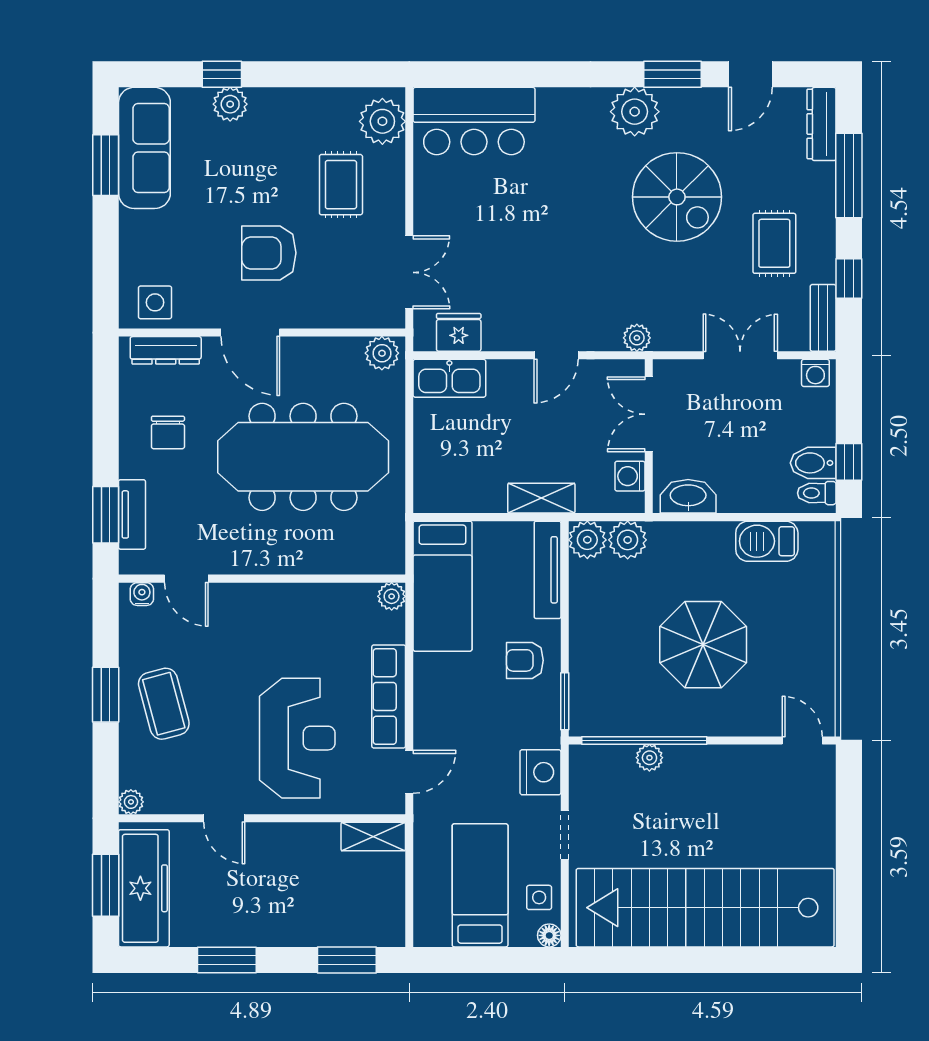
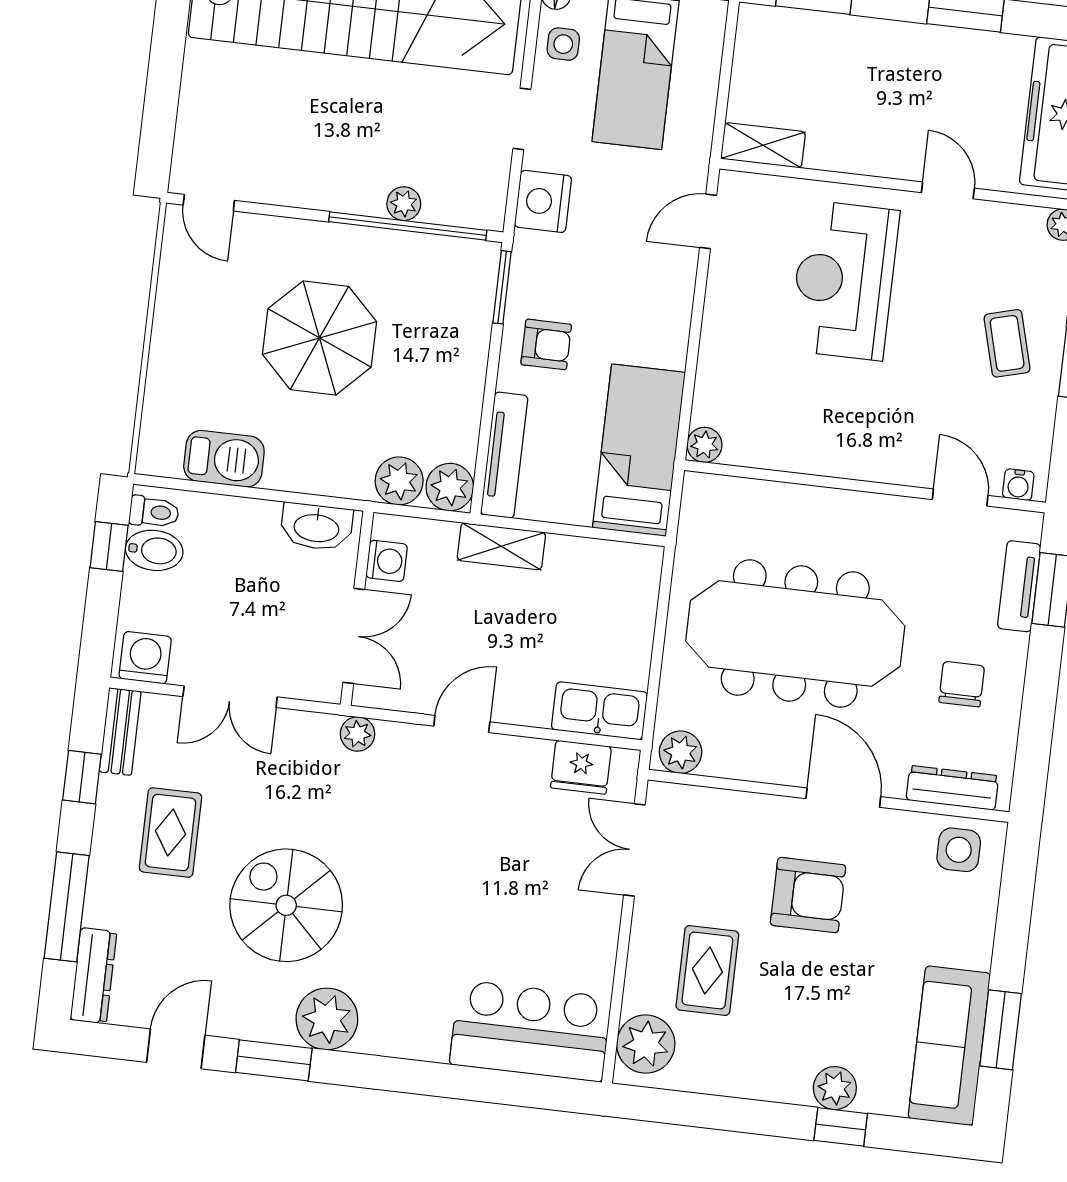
washing machine: (815, 373) -> (145, 658), width x1.38, depth x1.38
row of seats: (389, 696) -> (723, 319), removed
coffee table: (164, 704) -> (1007, 343), width x0.73, depth x0.77

